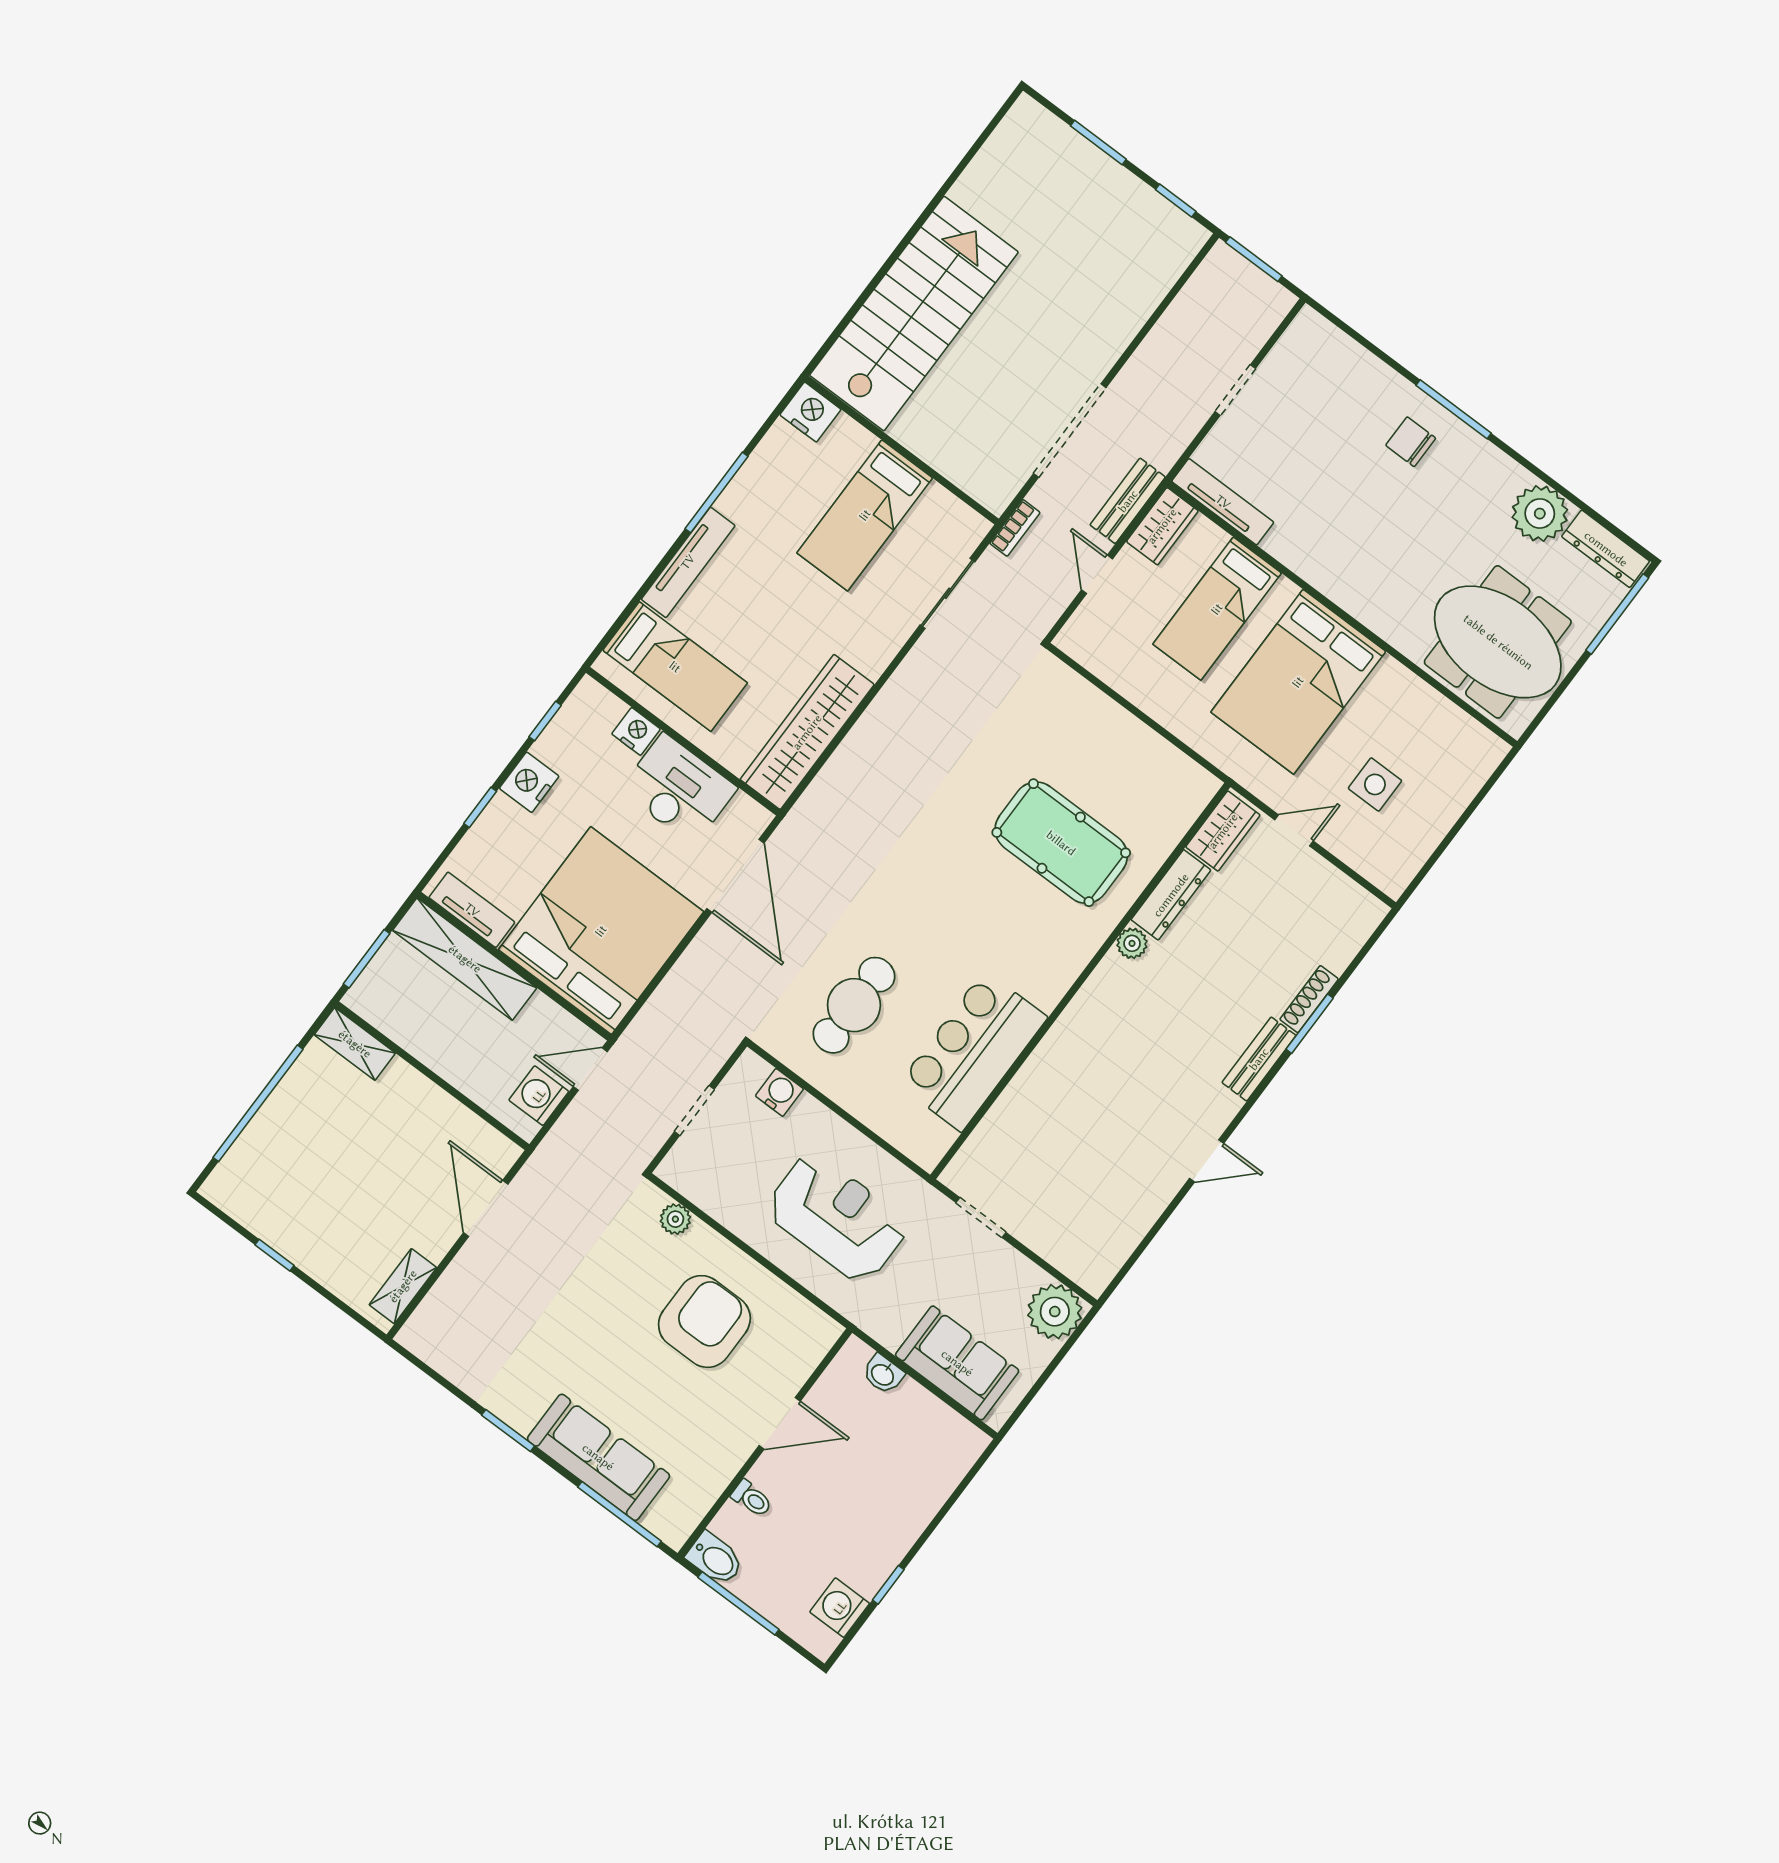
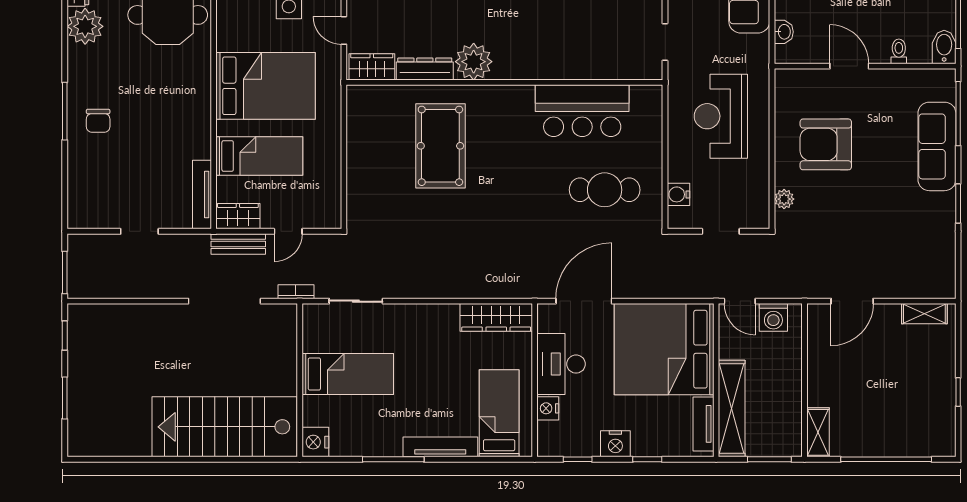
wardrobe: (807, 732) -> (496, 317), width x0.71, depth x0.85
plant: (1132, 943) -> (474, 62), width x1.87, depth x1.87

